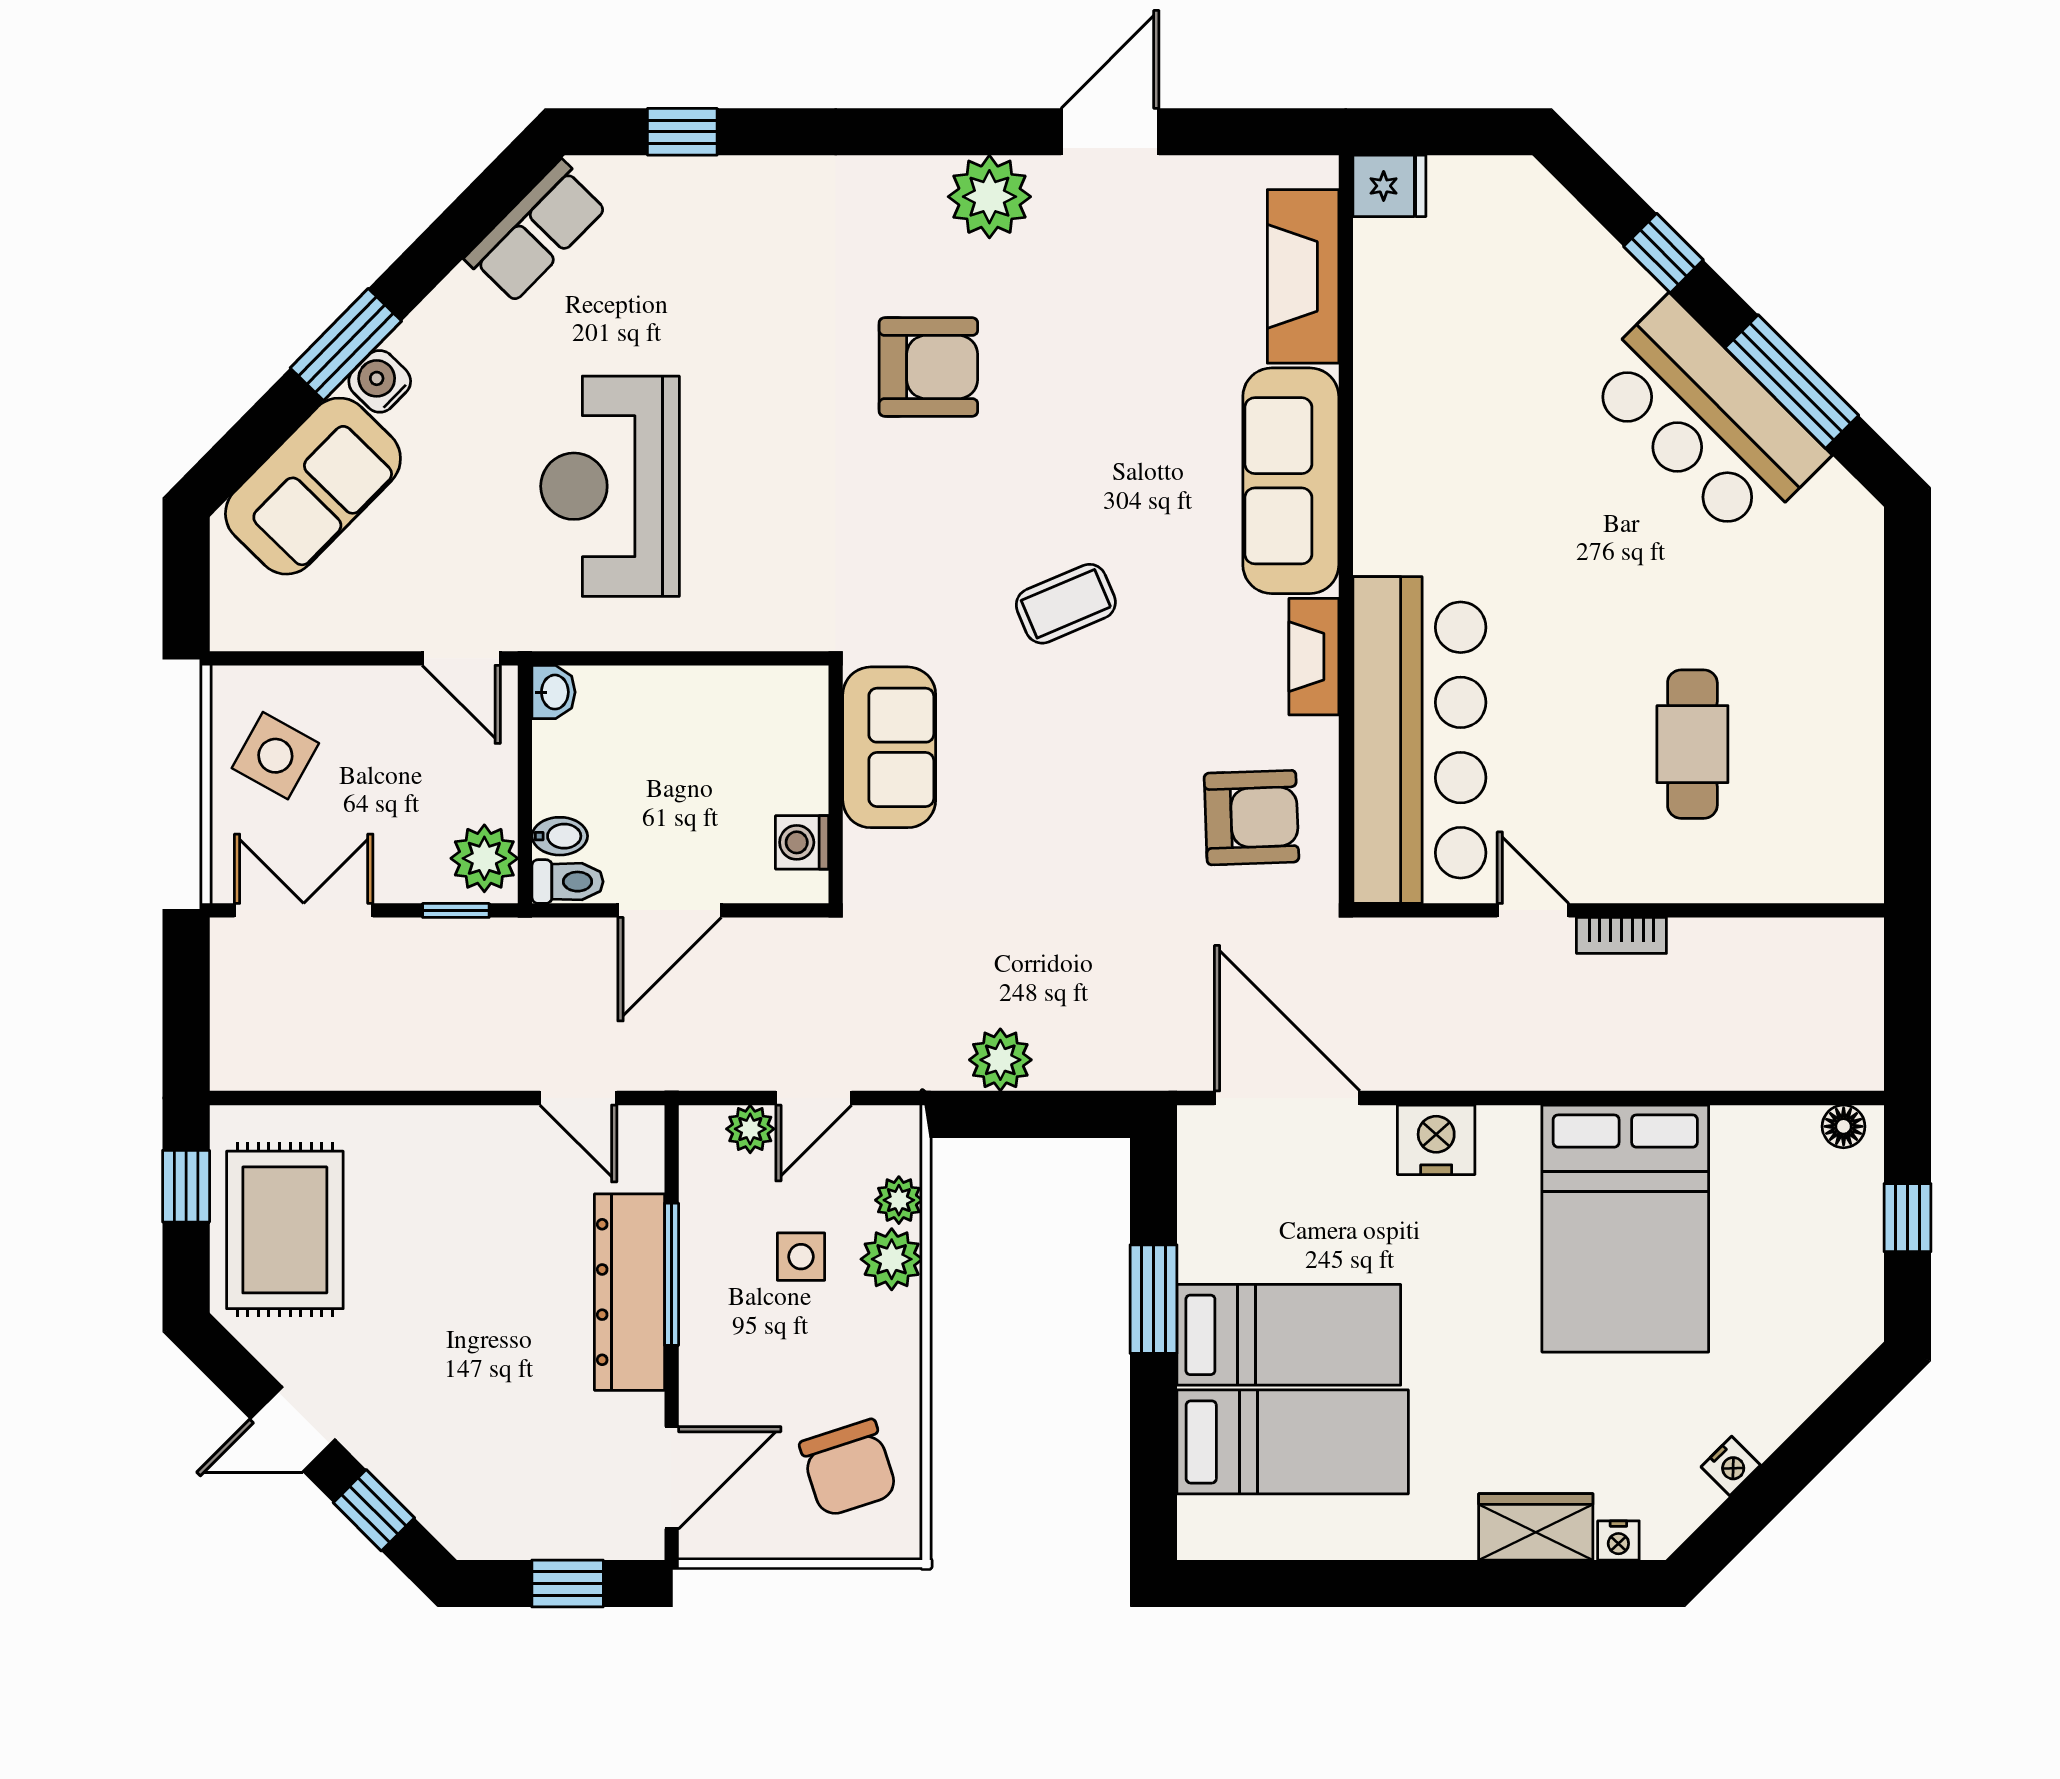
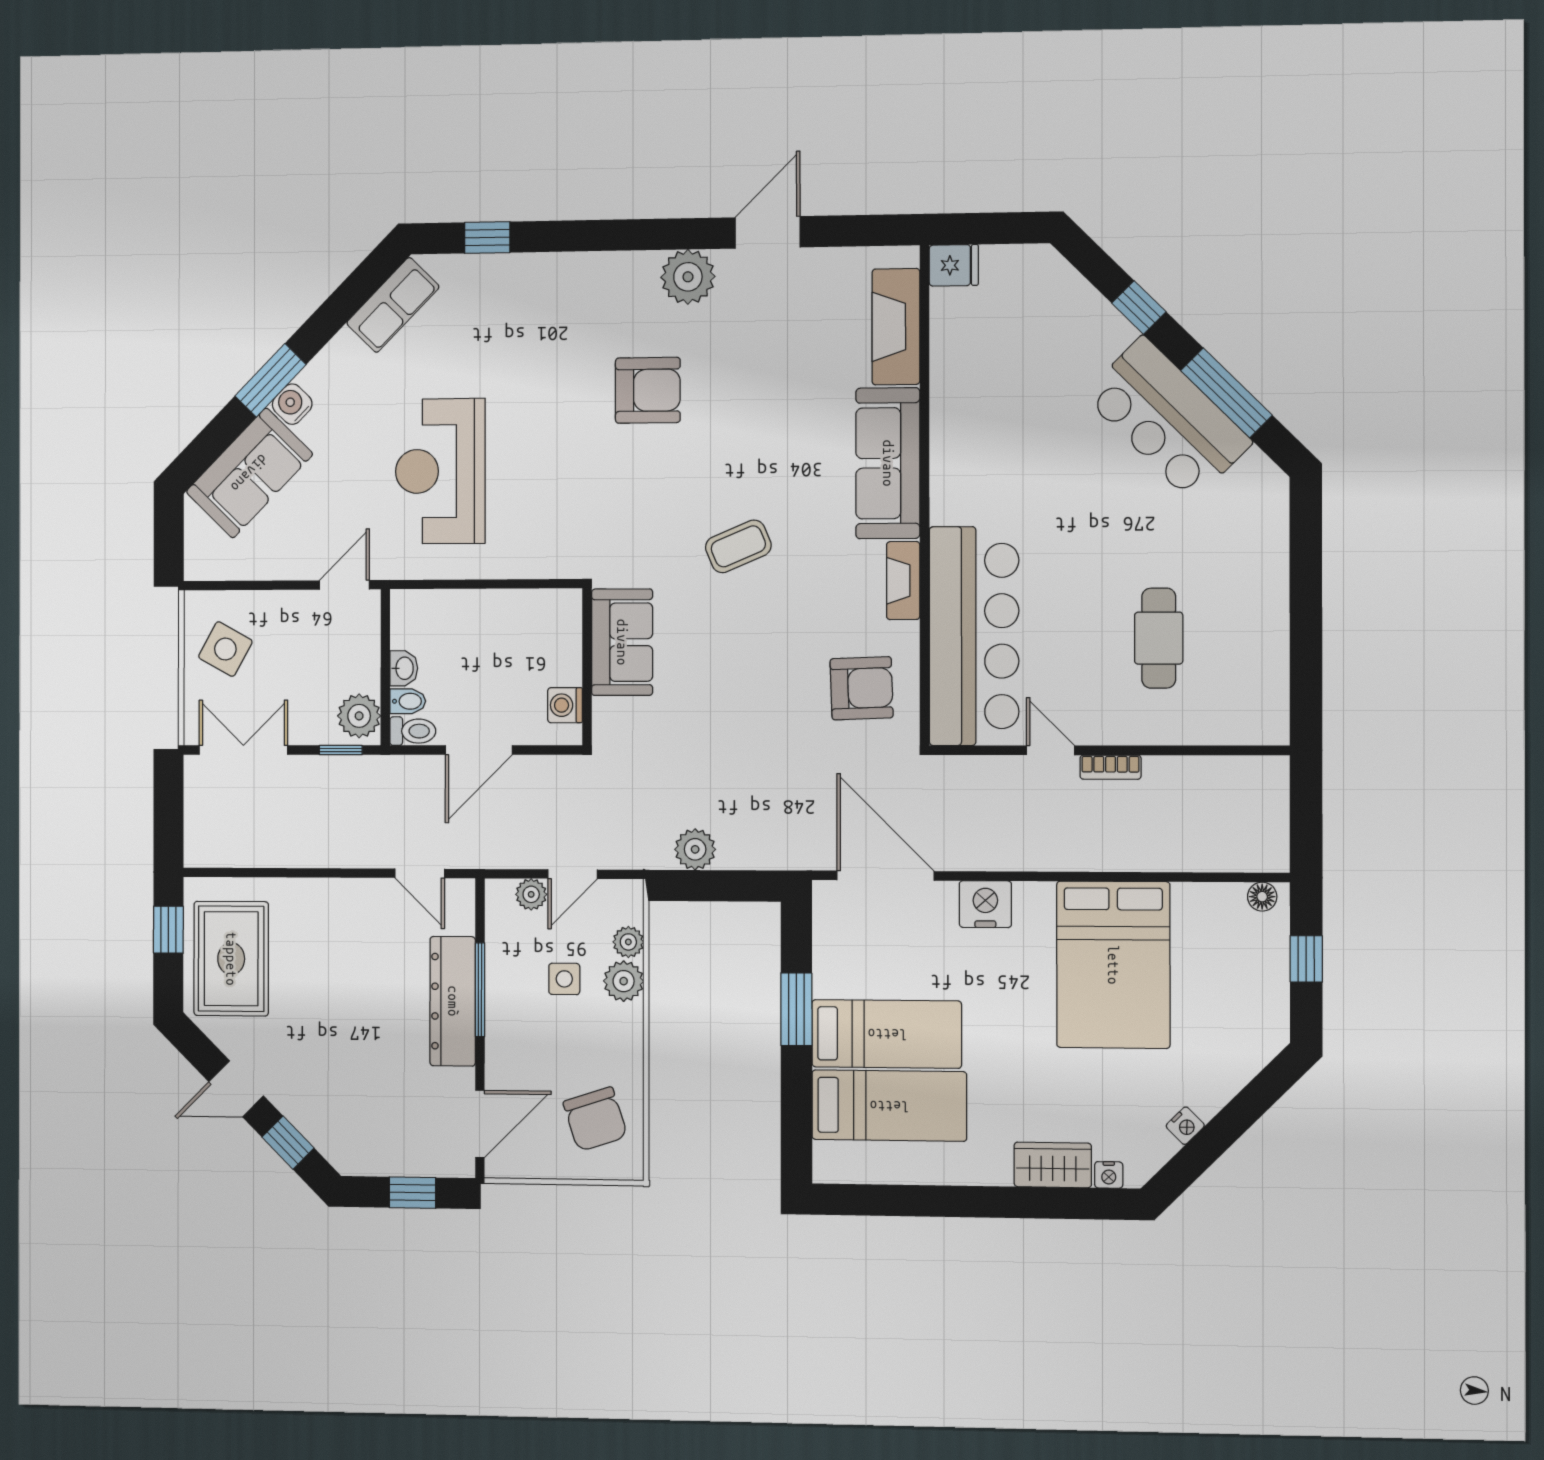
door: (461, 658) -> (344, 585), swing flipped
washbasin: (554, 692) -> (404, 668), moved

